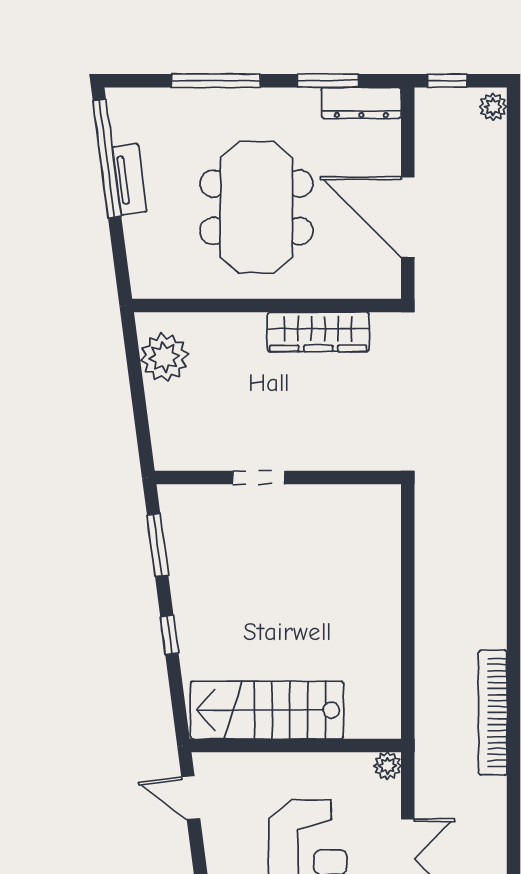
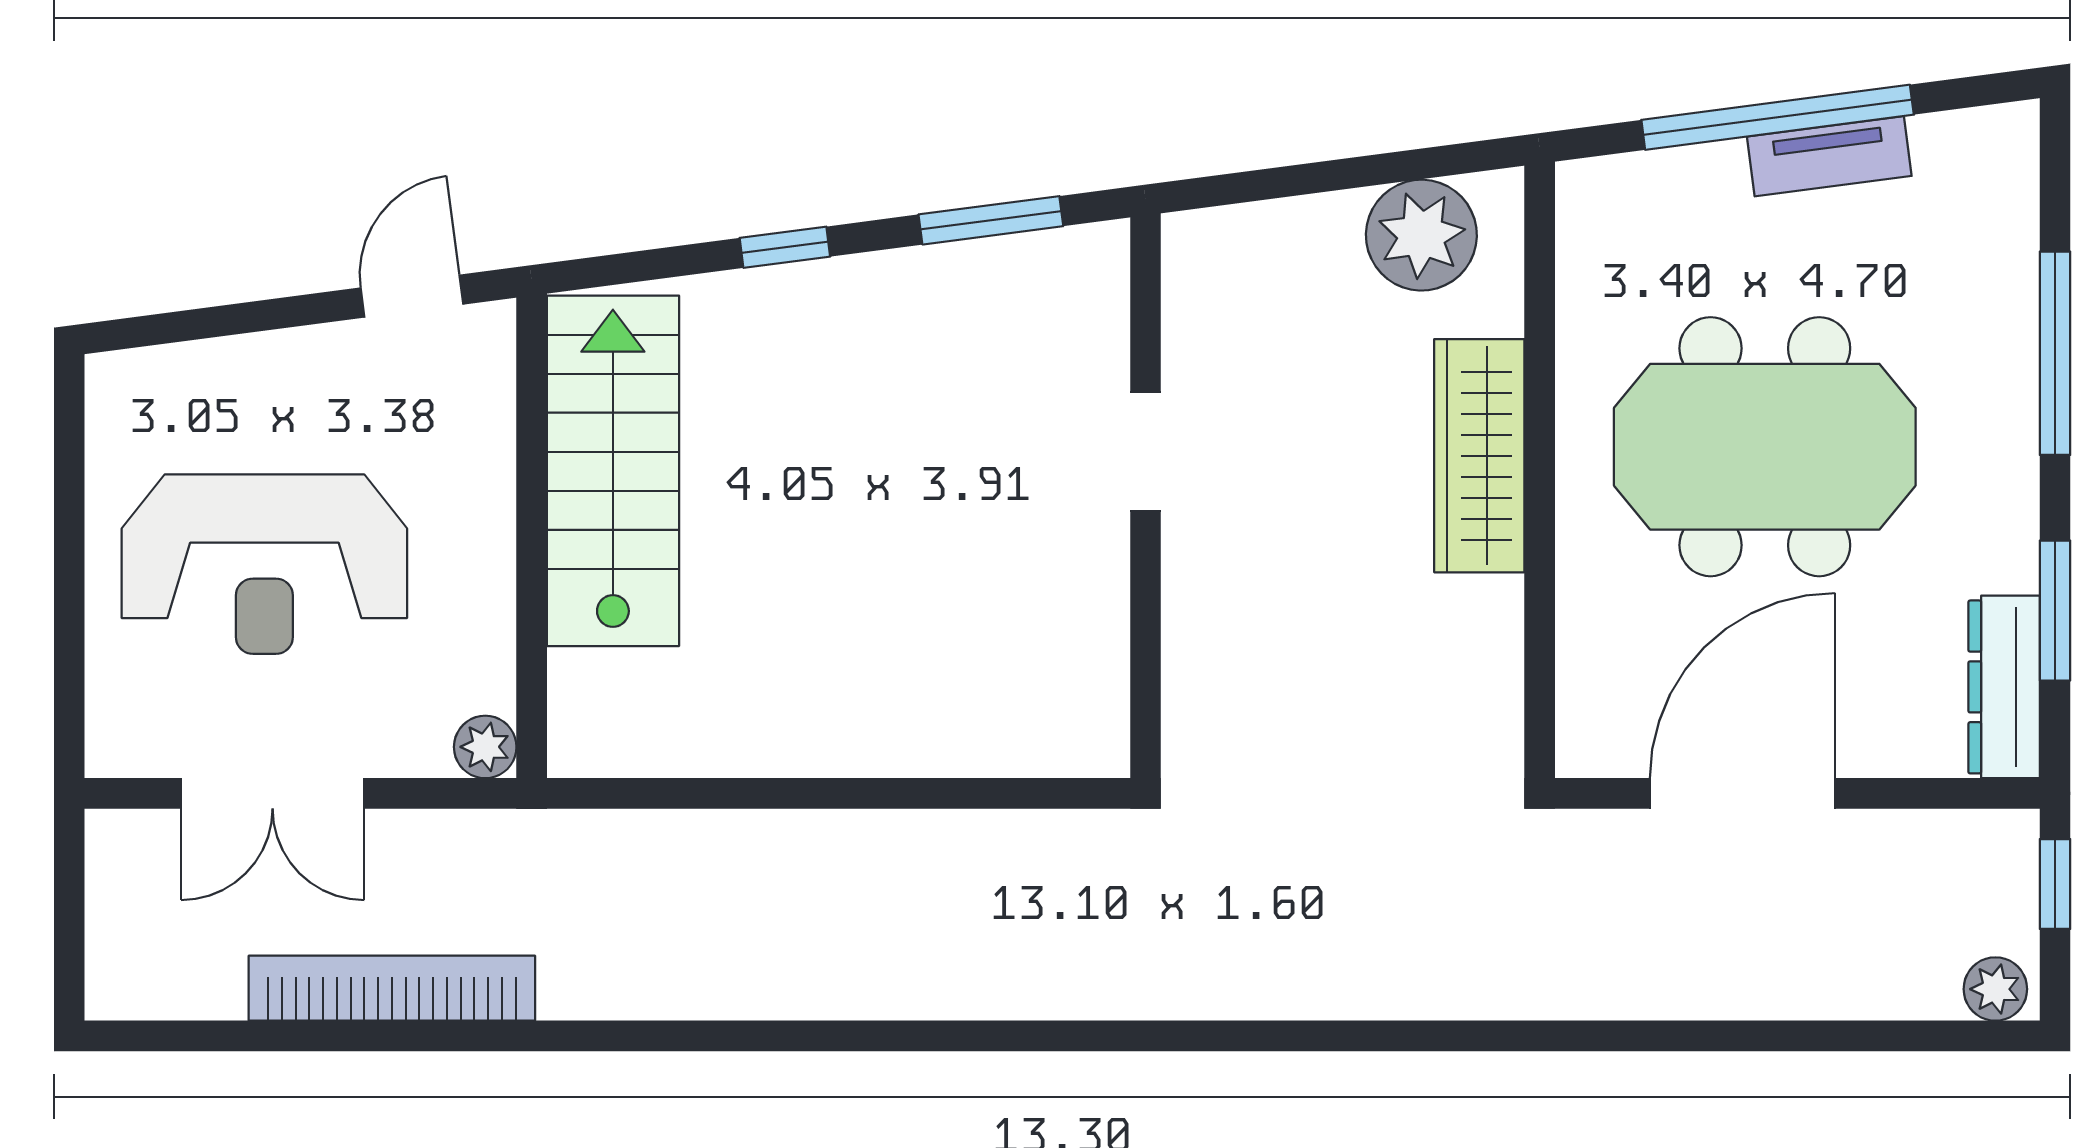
window: (107, 159) -> (1778, 117), moved
wardrobe: (318, 332) -> (1479, 456), moved
bookcase: (493, 713) -> (392, 988), moved

